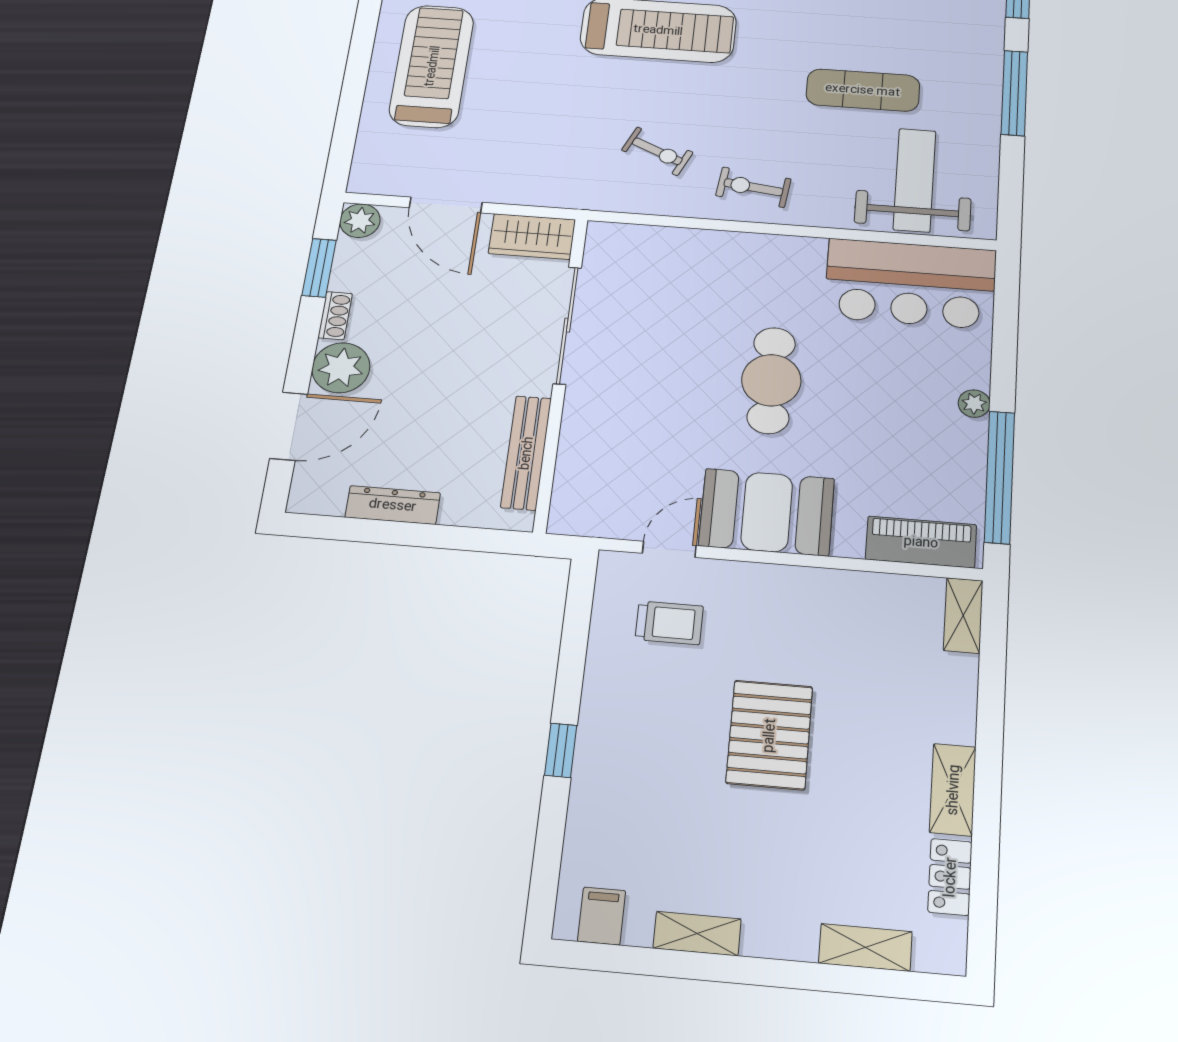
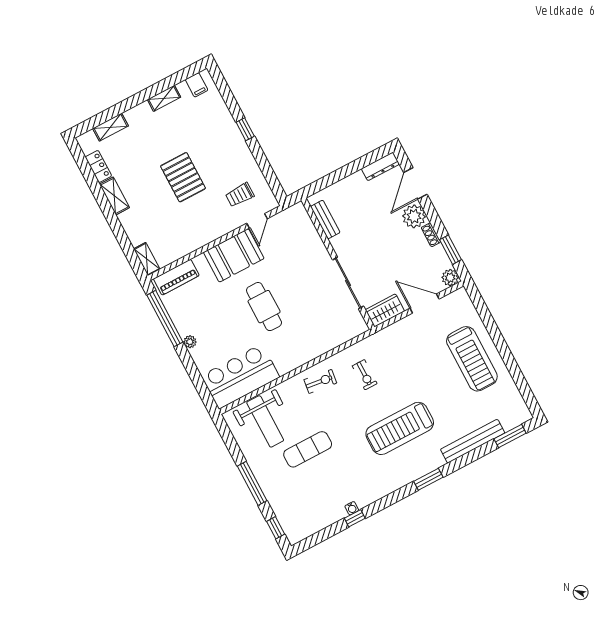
exercise bike: (657, 151) -> (365, 375), turned -114
bench: (526, 453) -> (325, 219), width x0.73
dresser: (393, 505) -> (380, 166), moved

